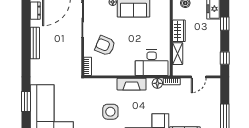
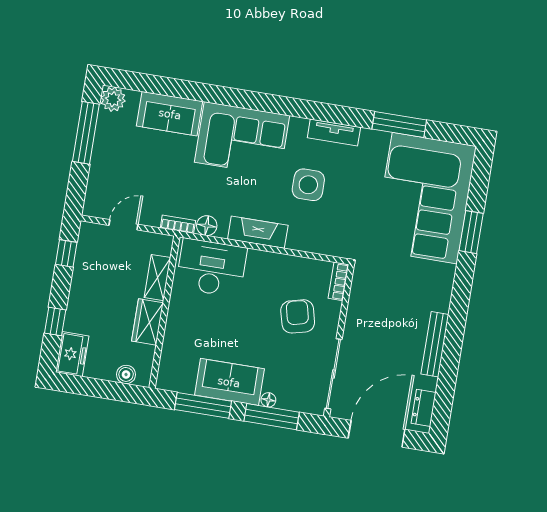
armchair: (105, 46) -> (298, 316), turned -127

